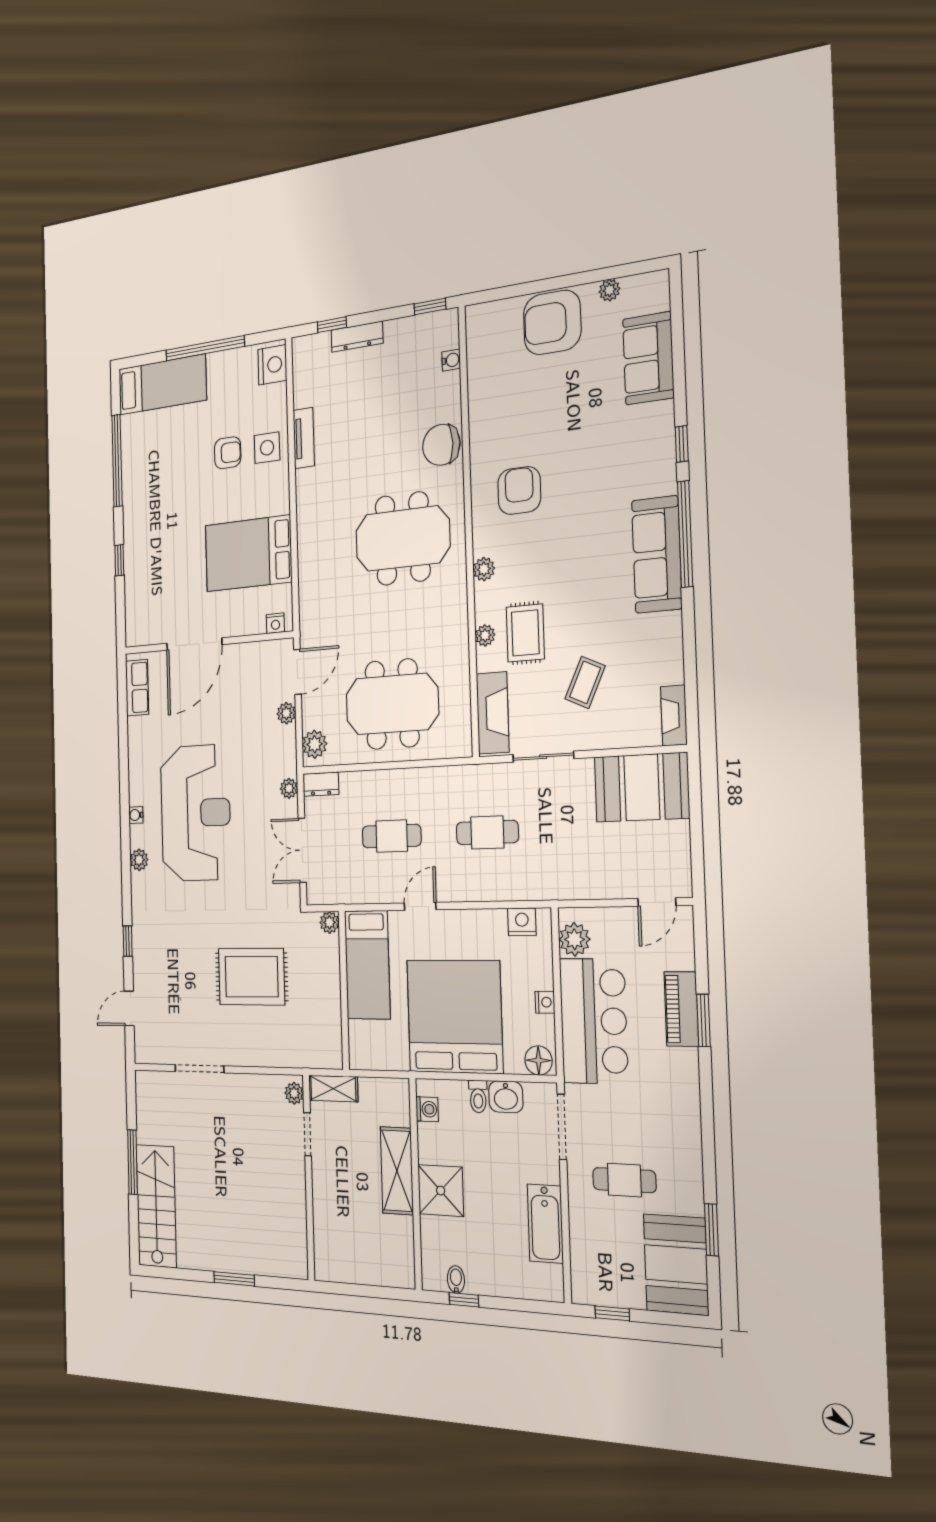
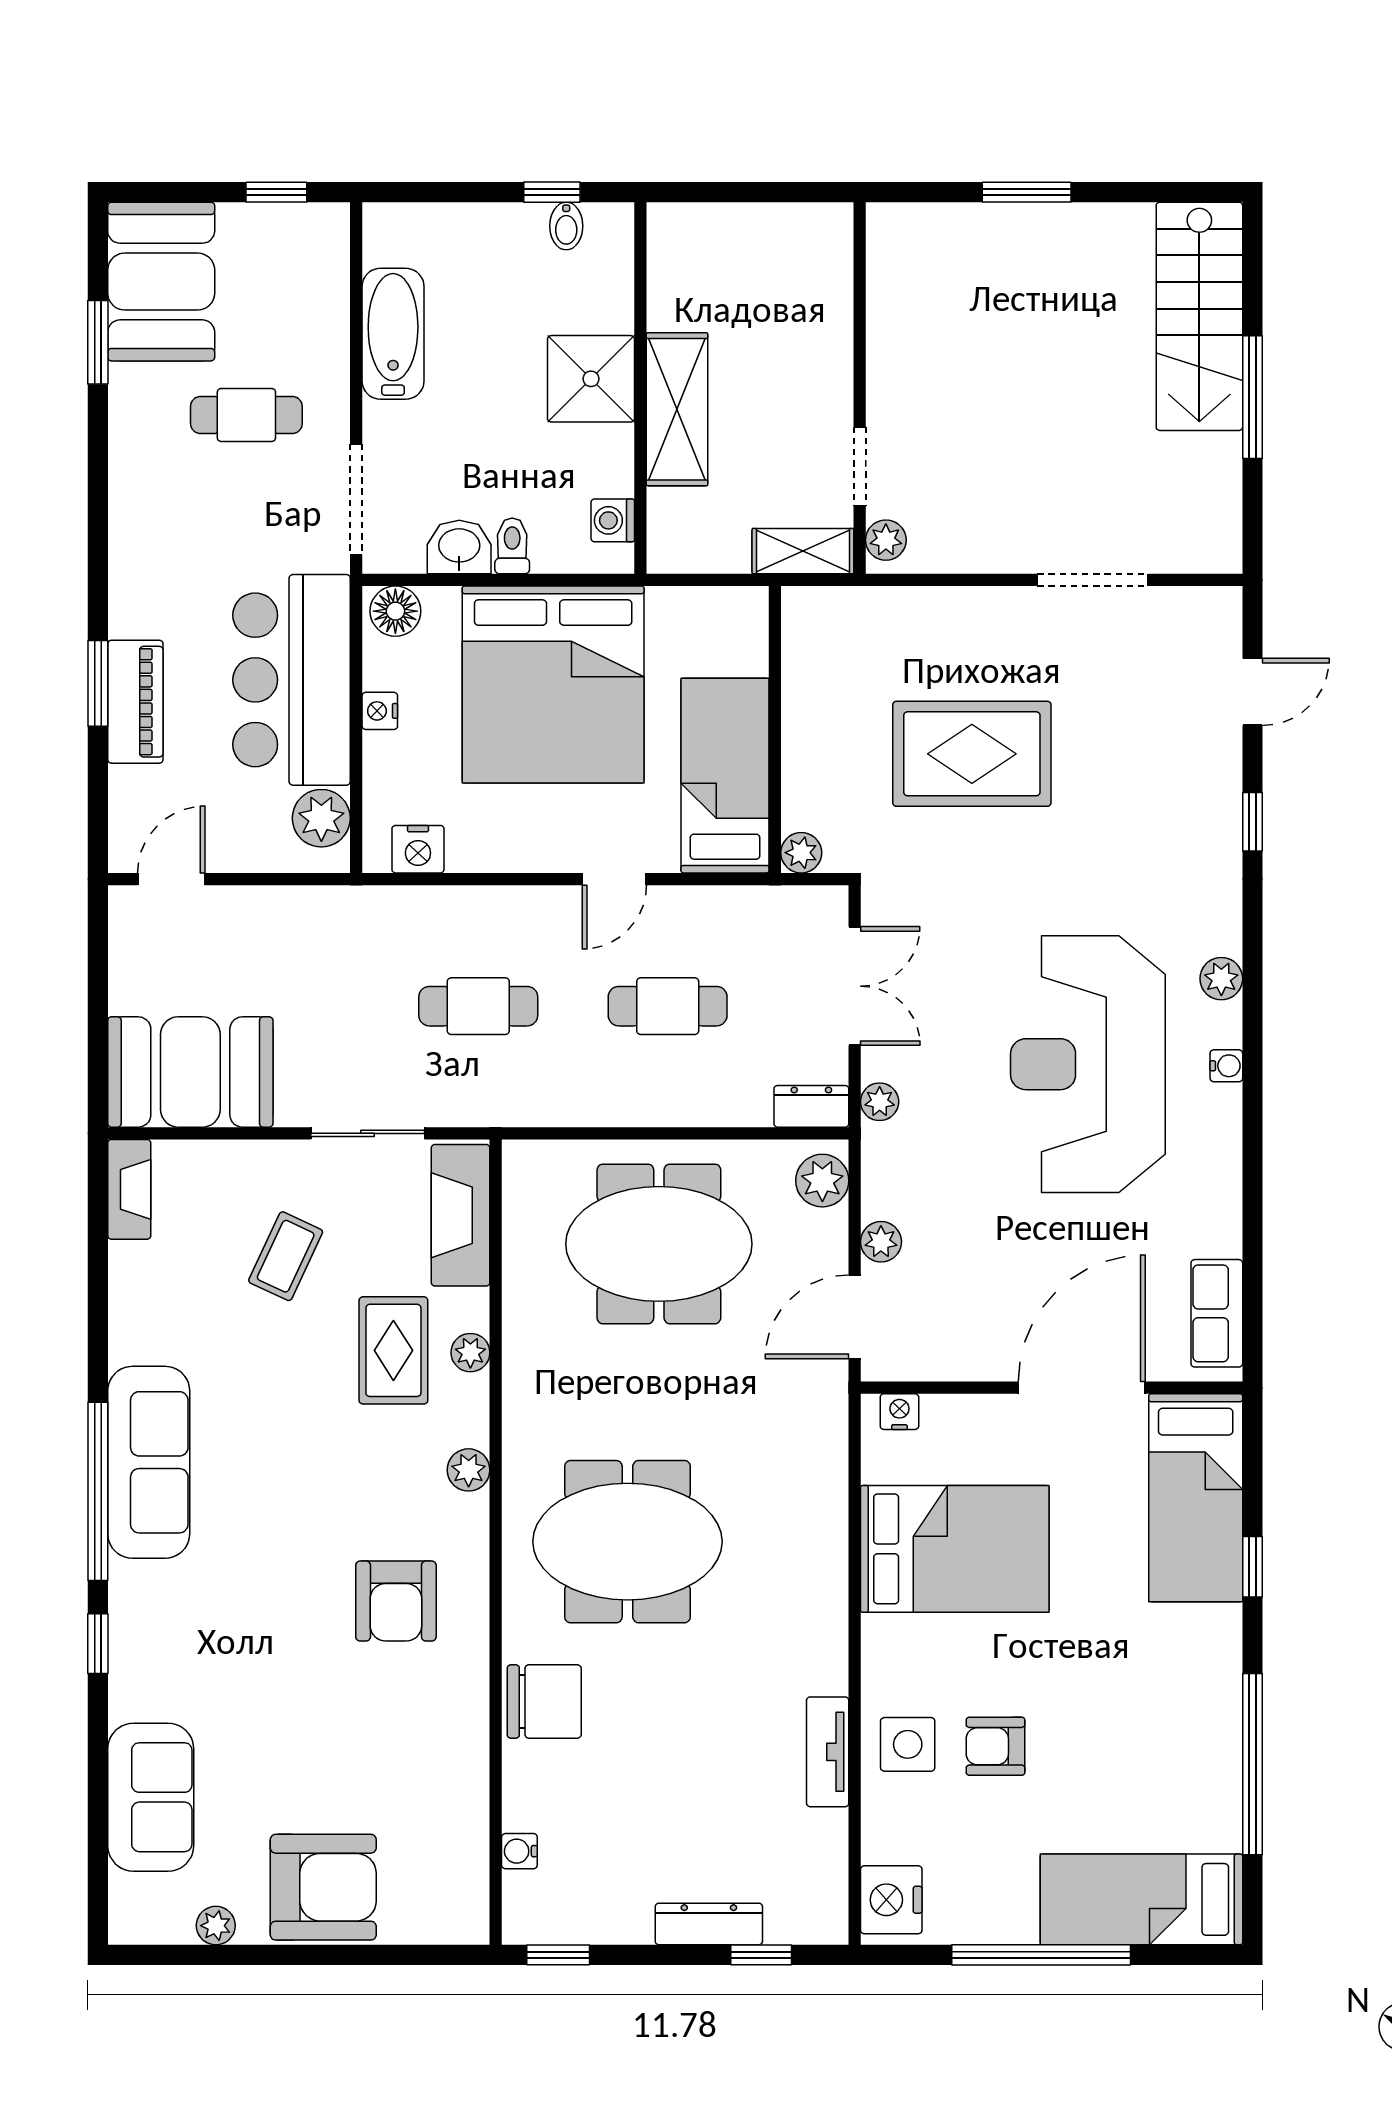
bed: (144, 592) -> (1196, 1498), added

